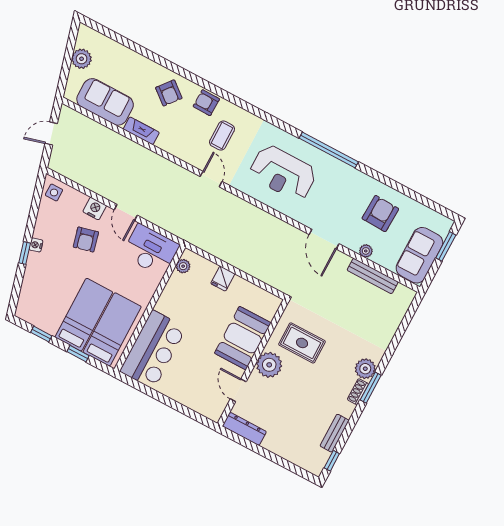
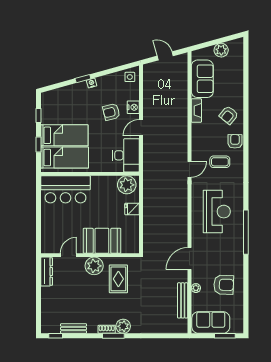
reception desk: (283, 173) -> (217, 212), turned 180
plant: (183, 266) -> (127, 185), width x1.87, depth x1.87

